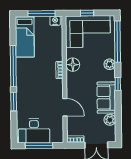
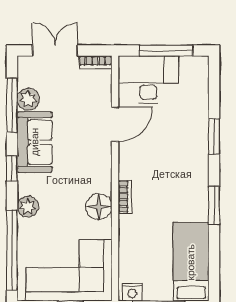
window: (13, 66) -> (214, 205), width x0.47
door: (65, 107) -> (115, 124), swing flipped
window: (118, 117) -> (12, 105), added
desk: (34, 131) -> (148, 79), moved

